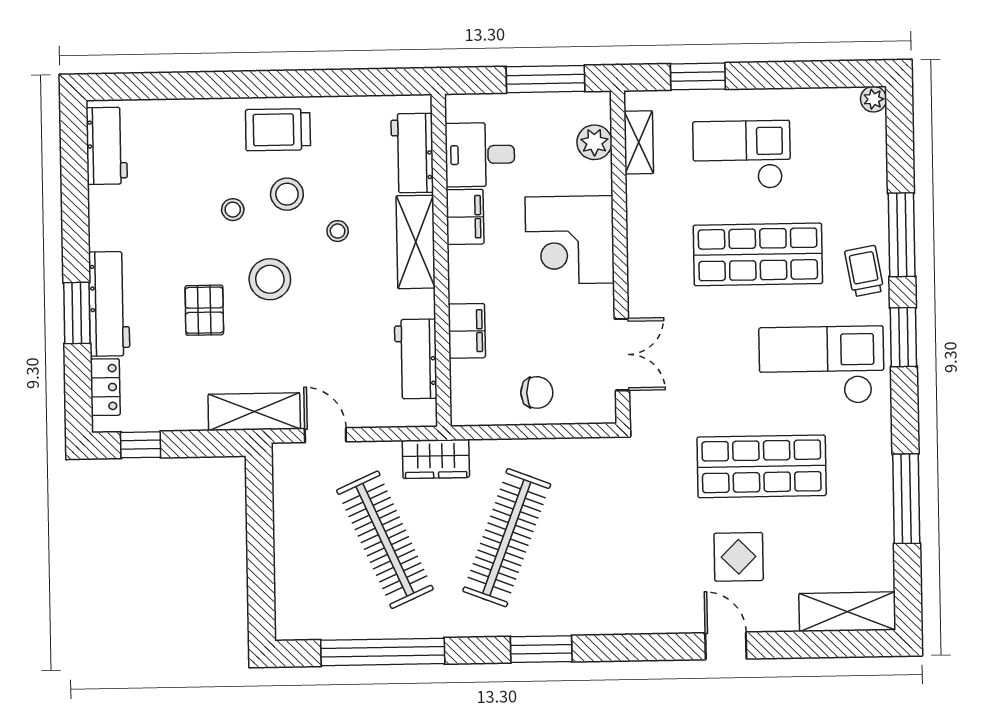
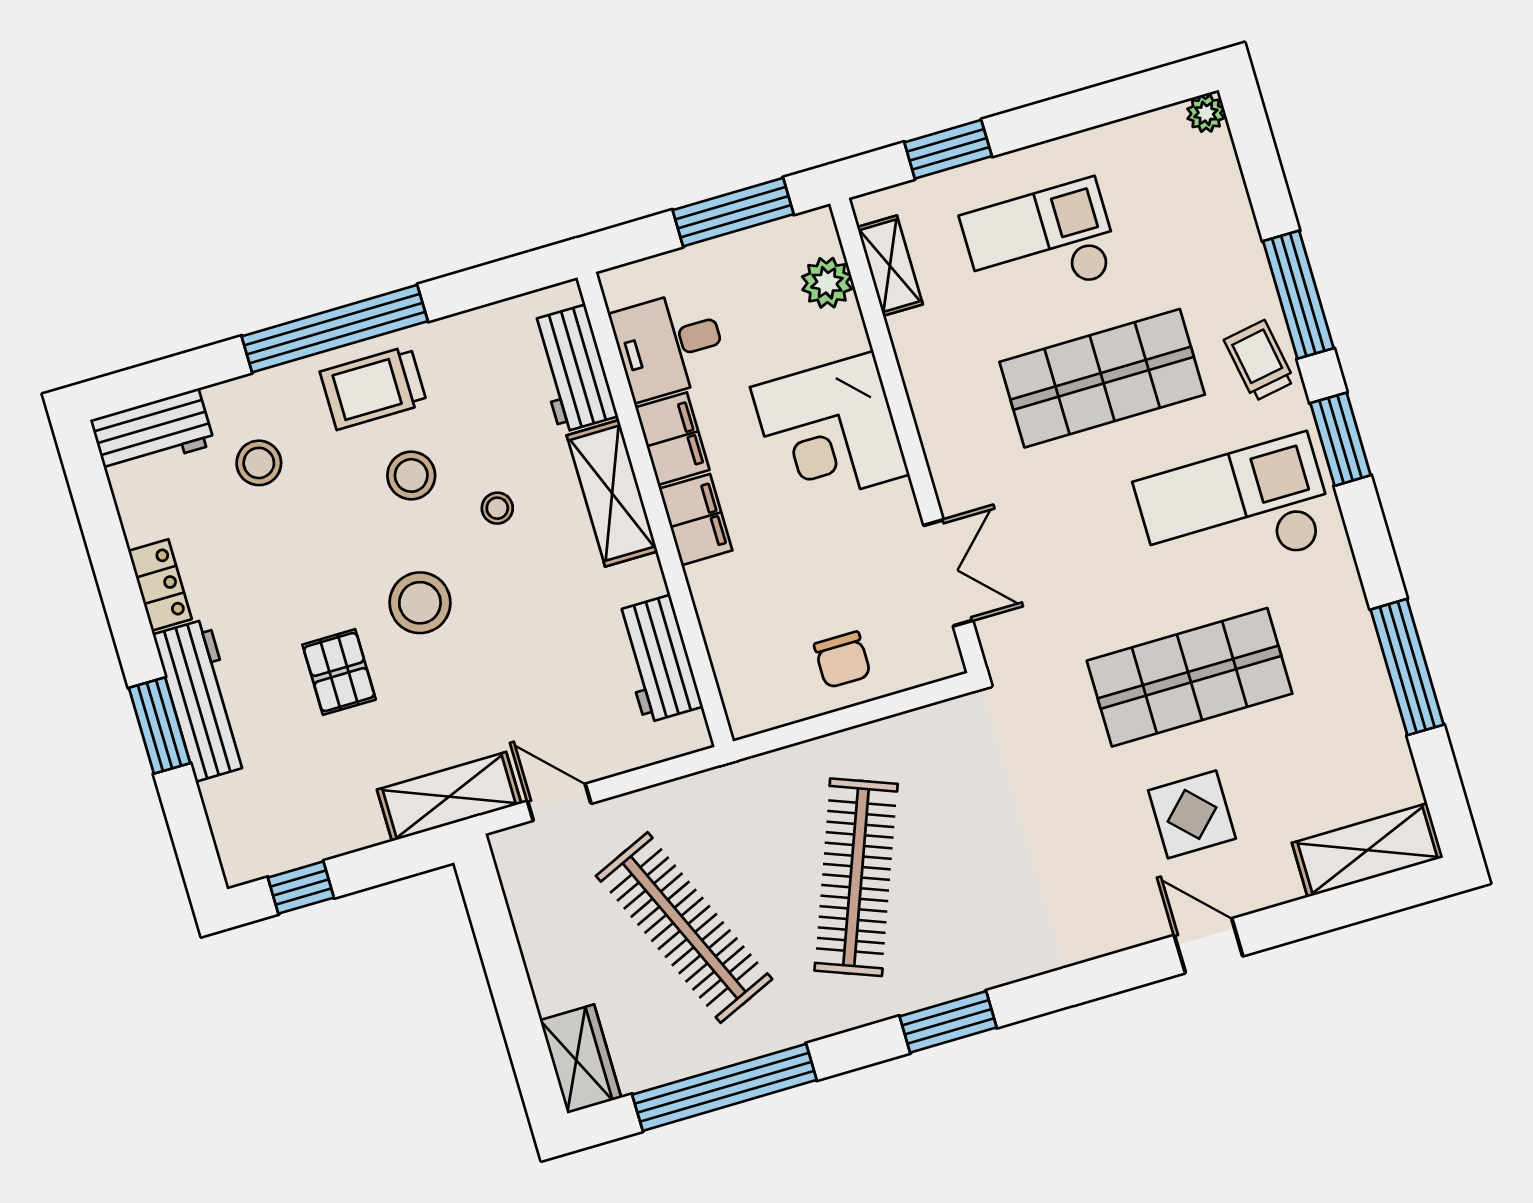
window: (263, 84) -> (335, 329), added
workbench: (107, 146) -> (152, 432), moved, turned 90
stool: (233, 210) -> (259, 463), moved, width x1.37, depth x1.37
filing cabinet: (467, 331) -> (696, 520), moved
locker: (105, 387) -> (160, 585), moved
chair: (537, 392) -> (842, 660), turned 90
wardrobe: (436, 459) -> (581, 1059), moved, turned -90

